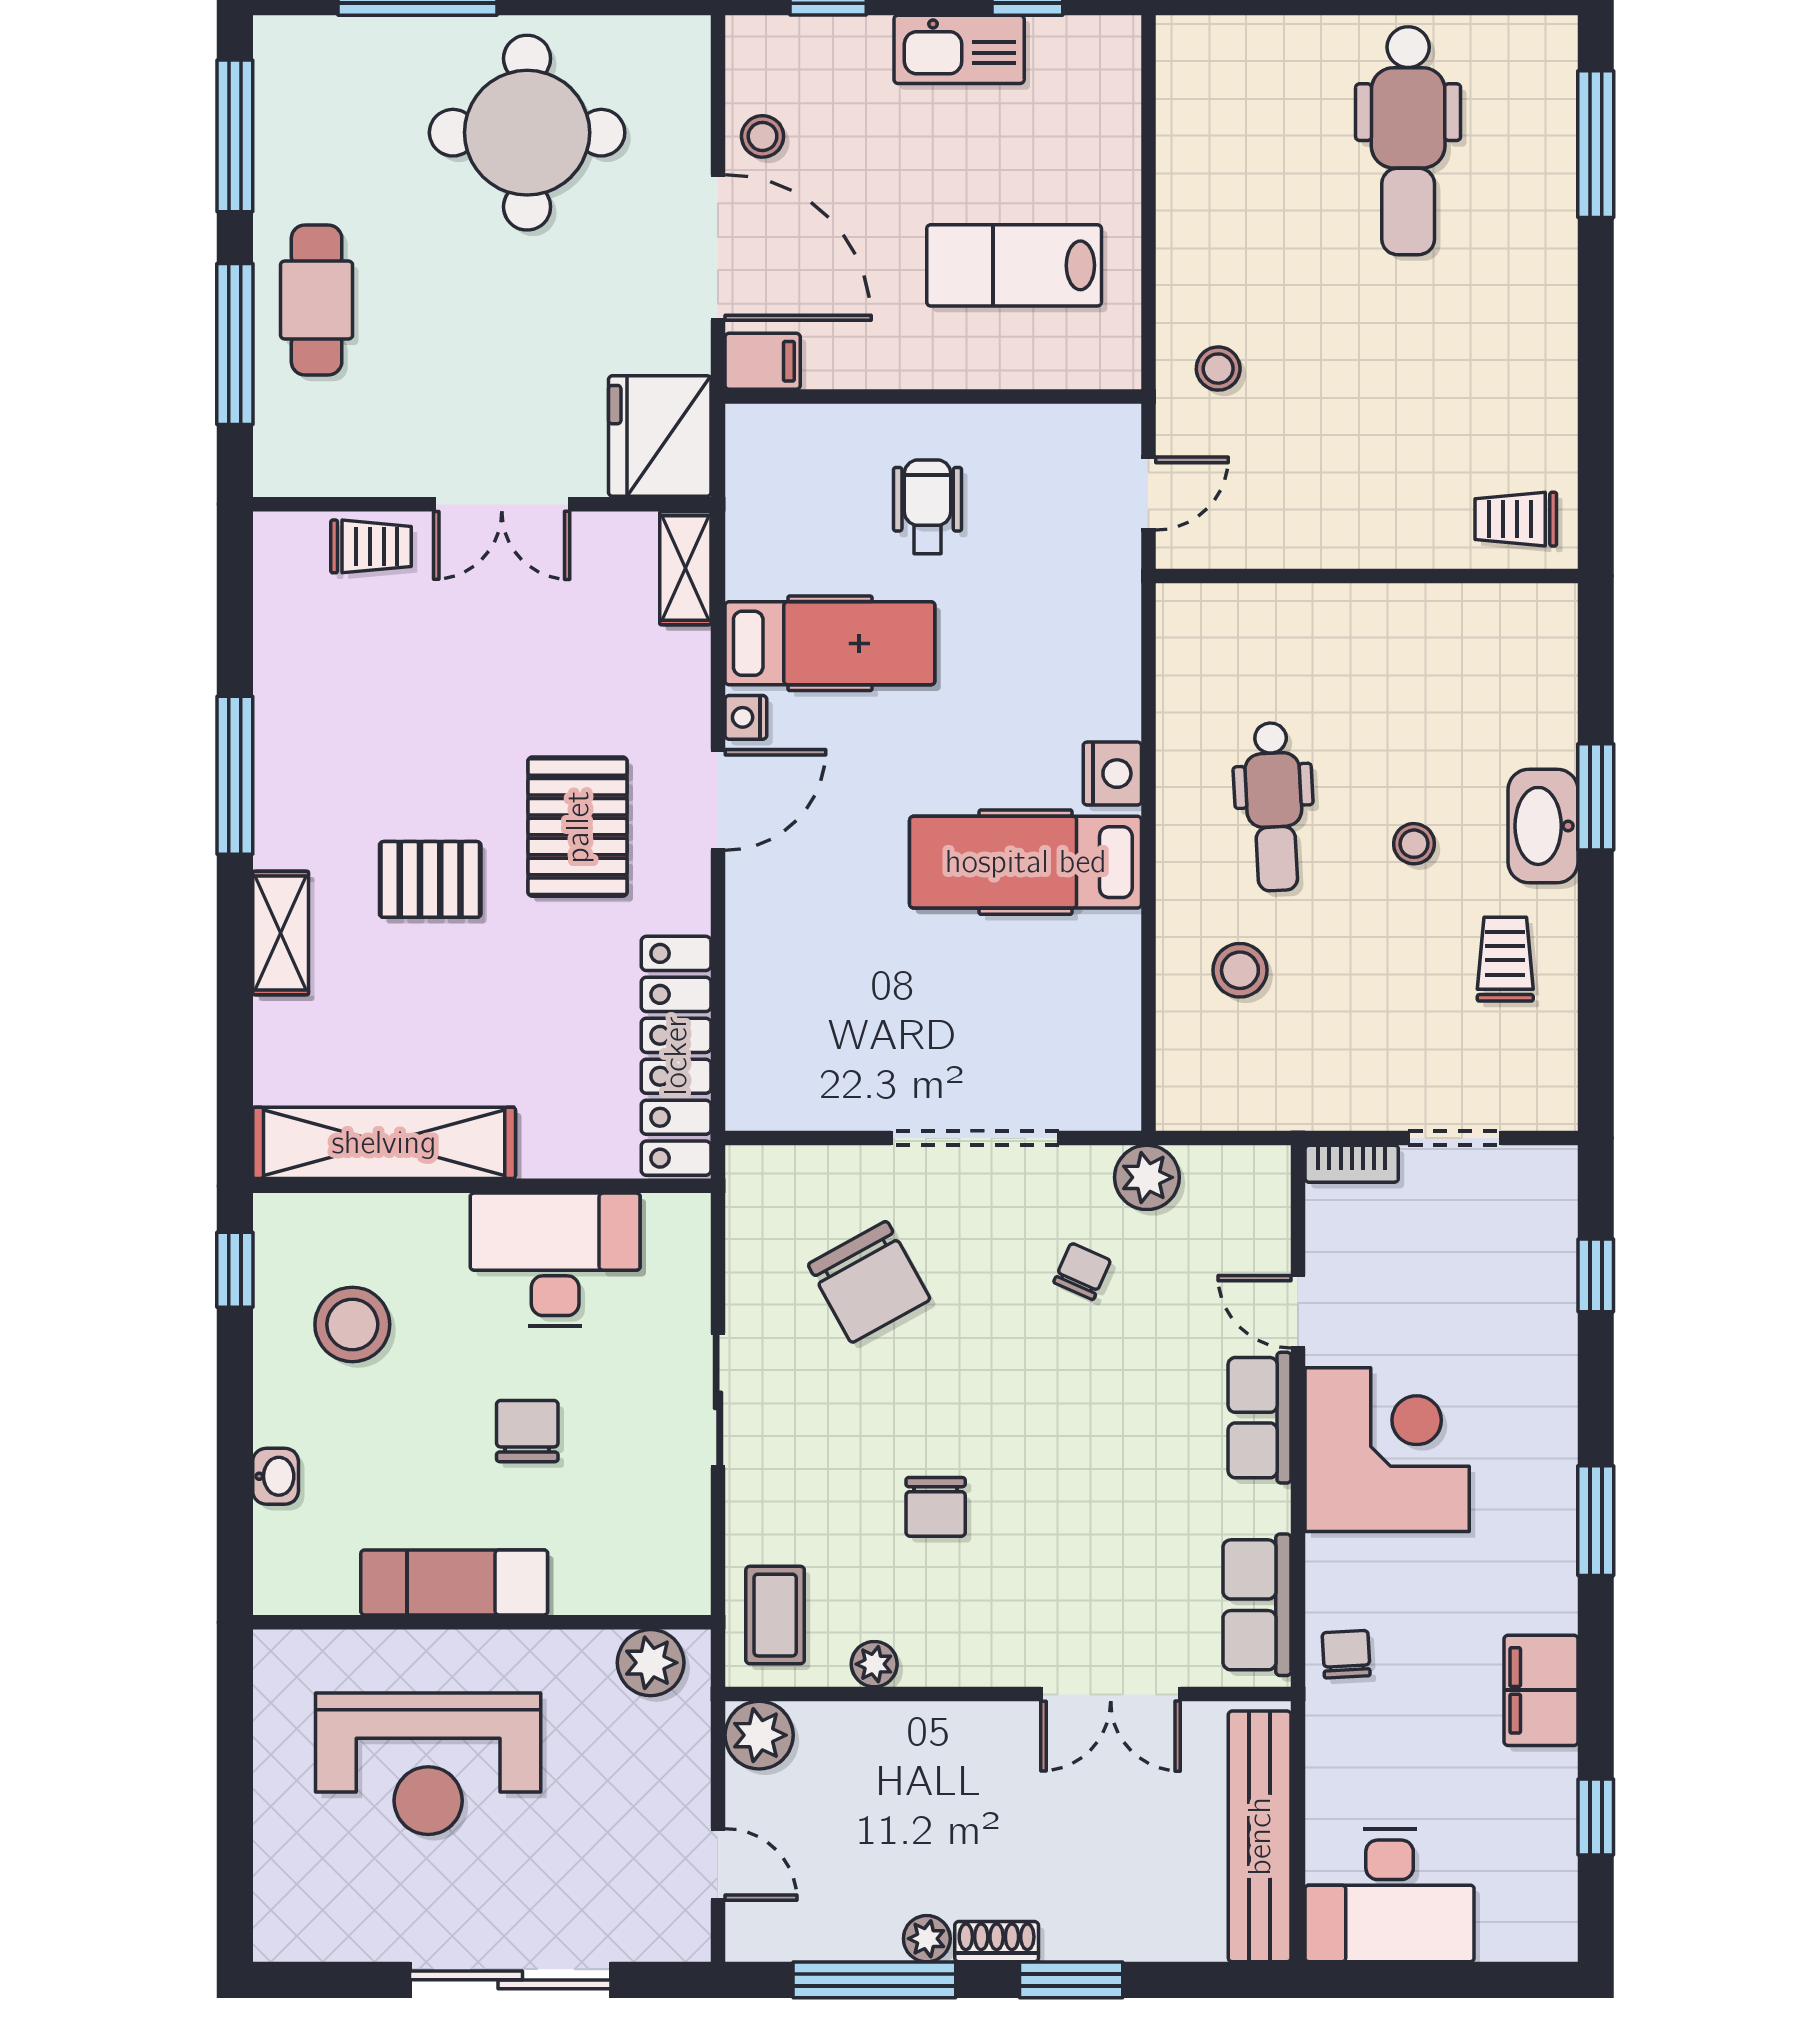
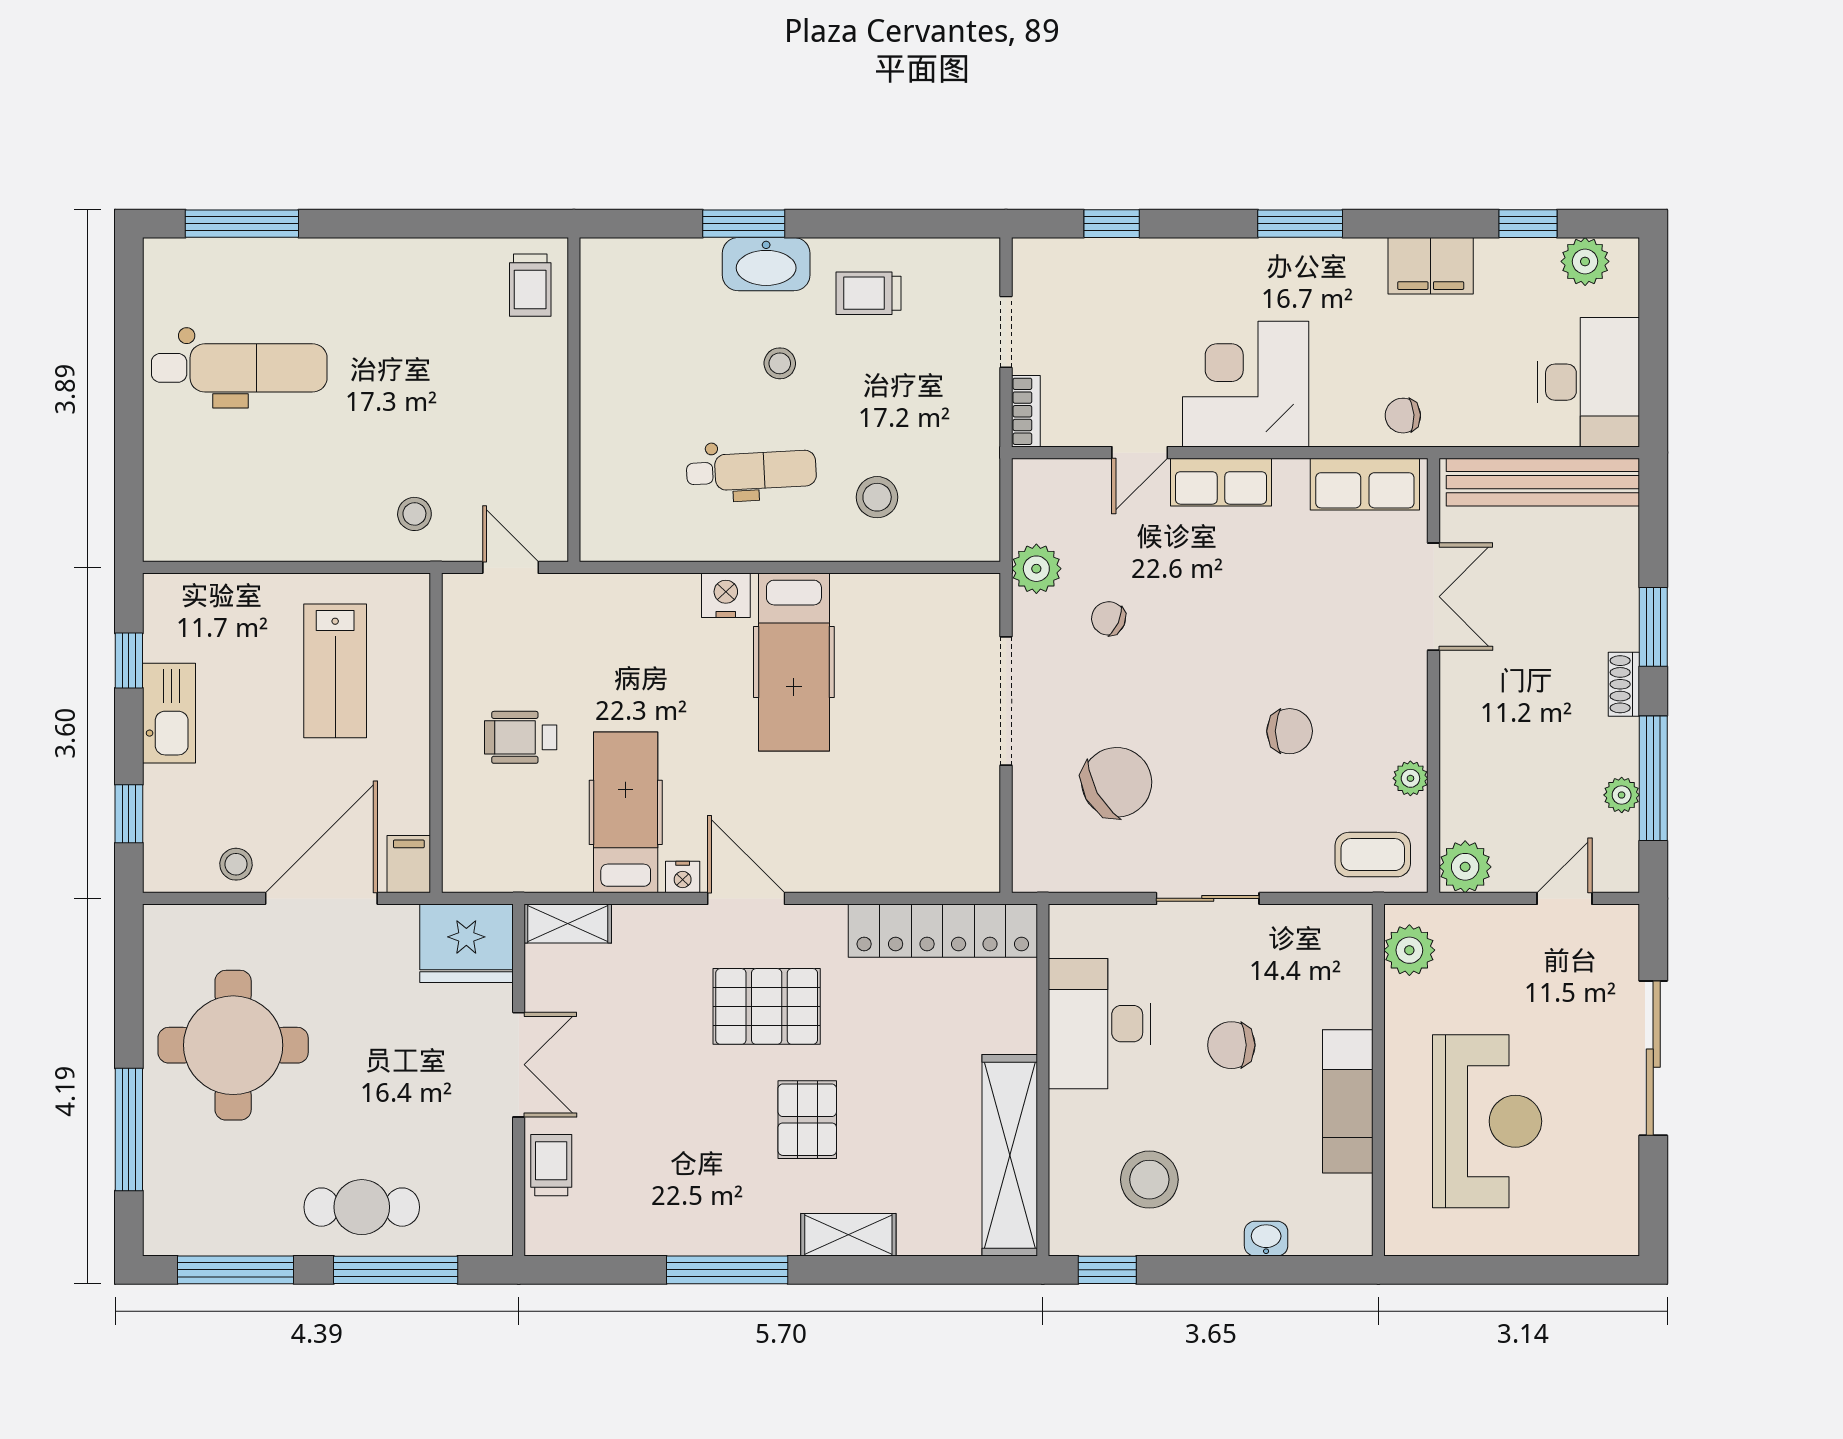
plant: (1546, 1891) -> (1585, 261), added
plant: (927, 1939) -> (1622, 795), moved

